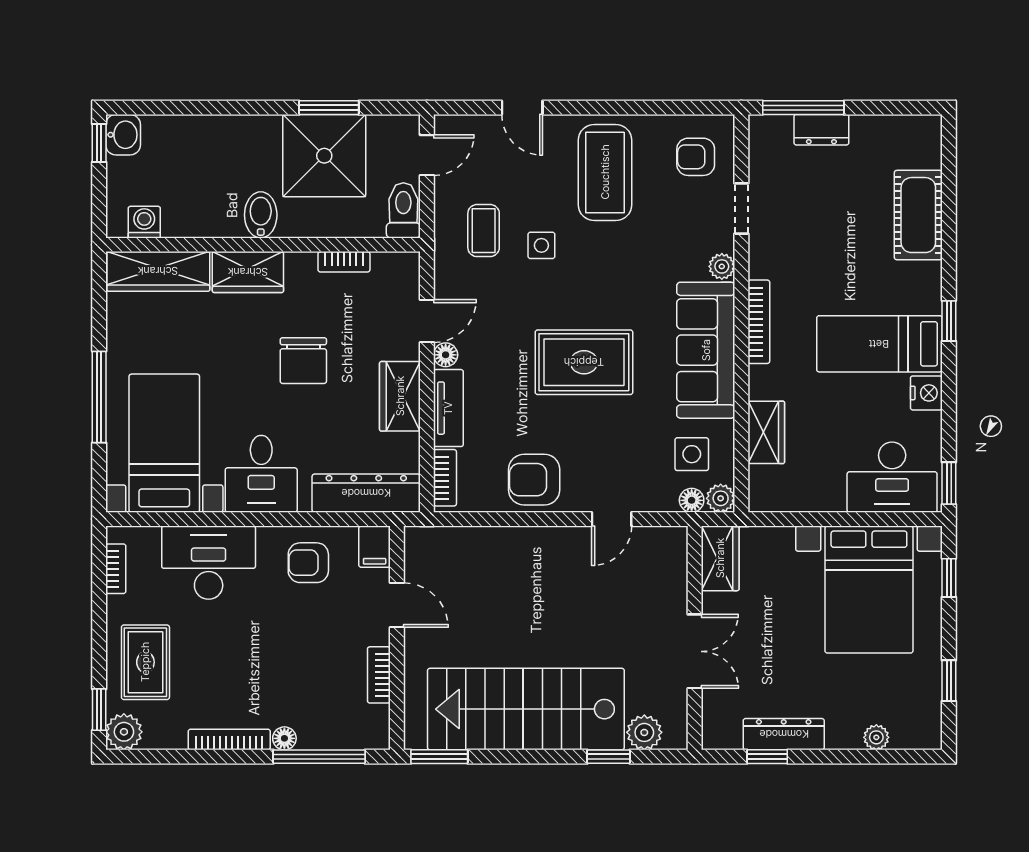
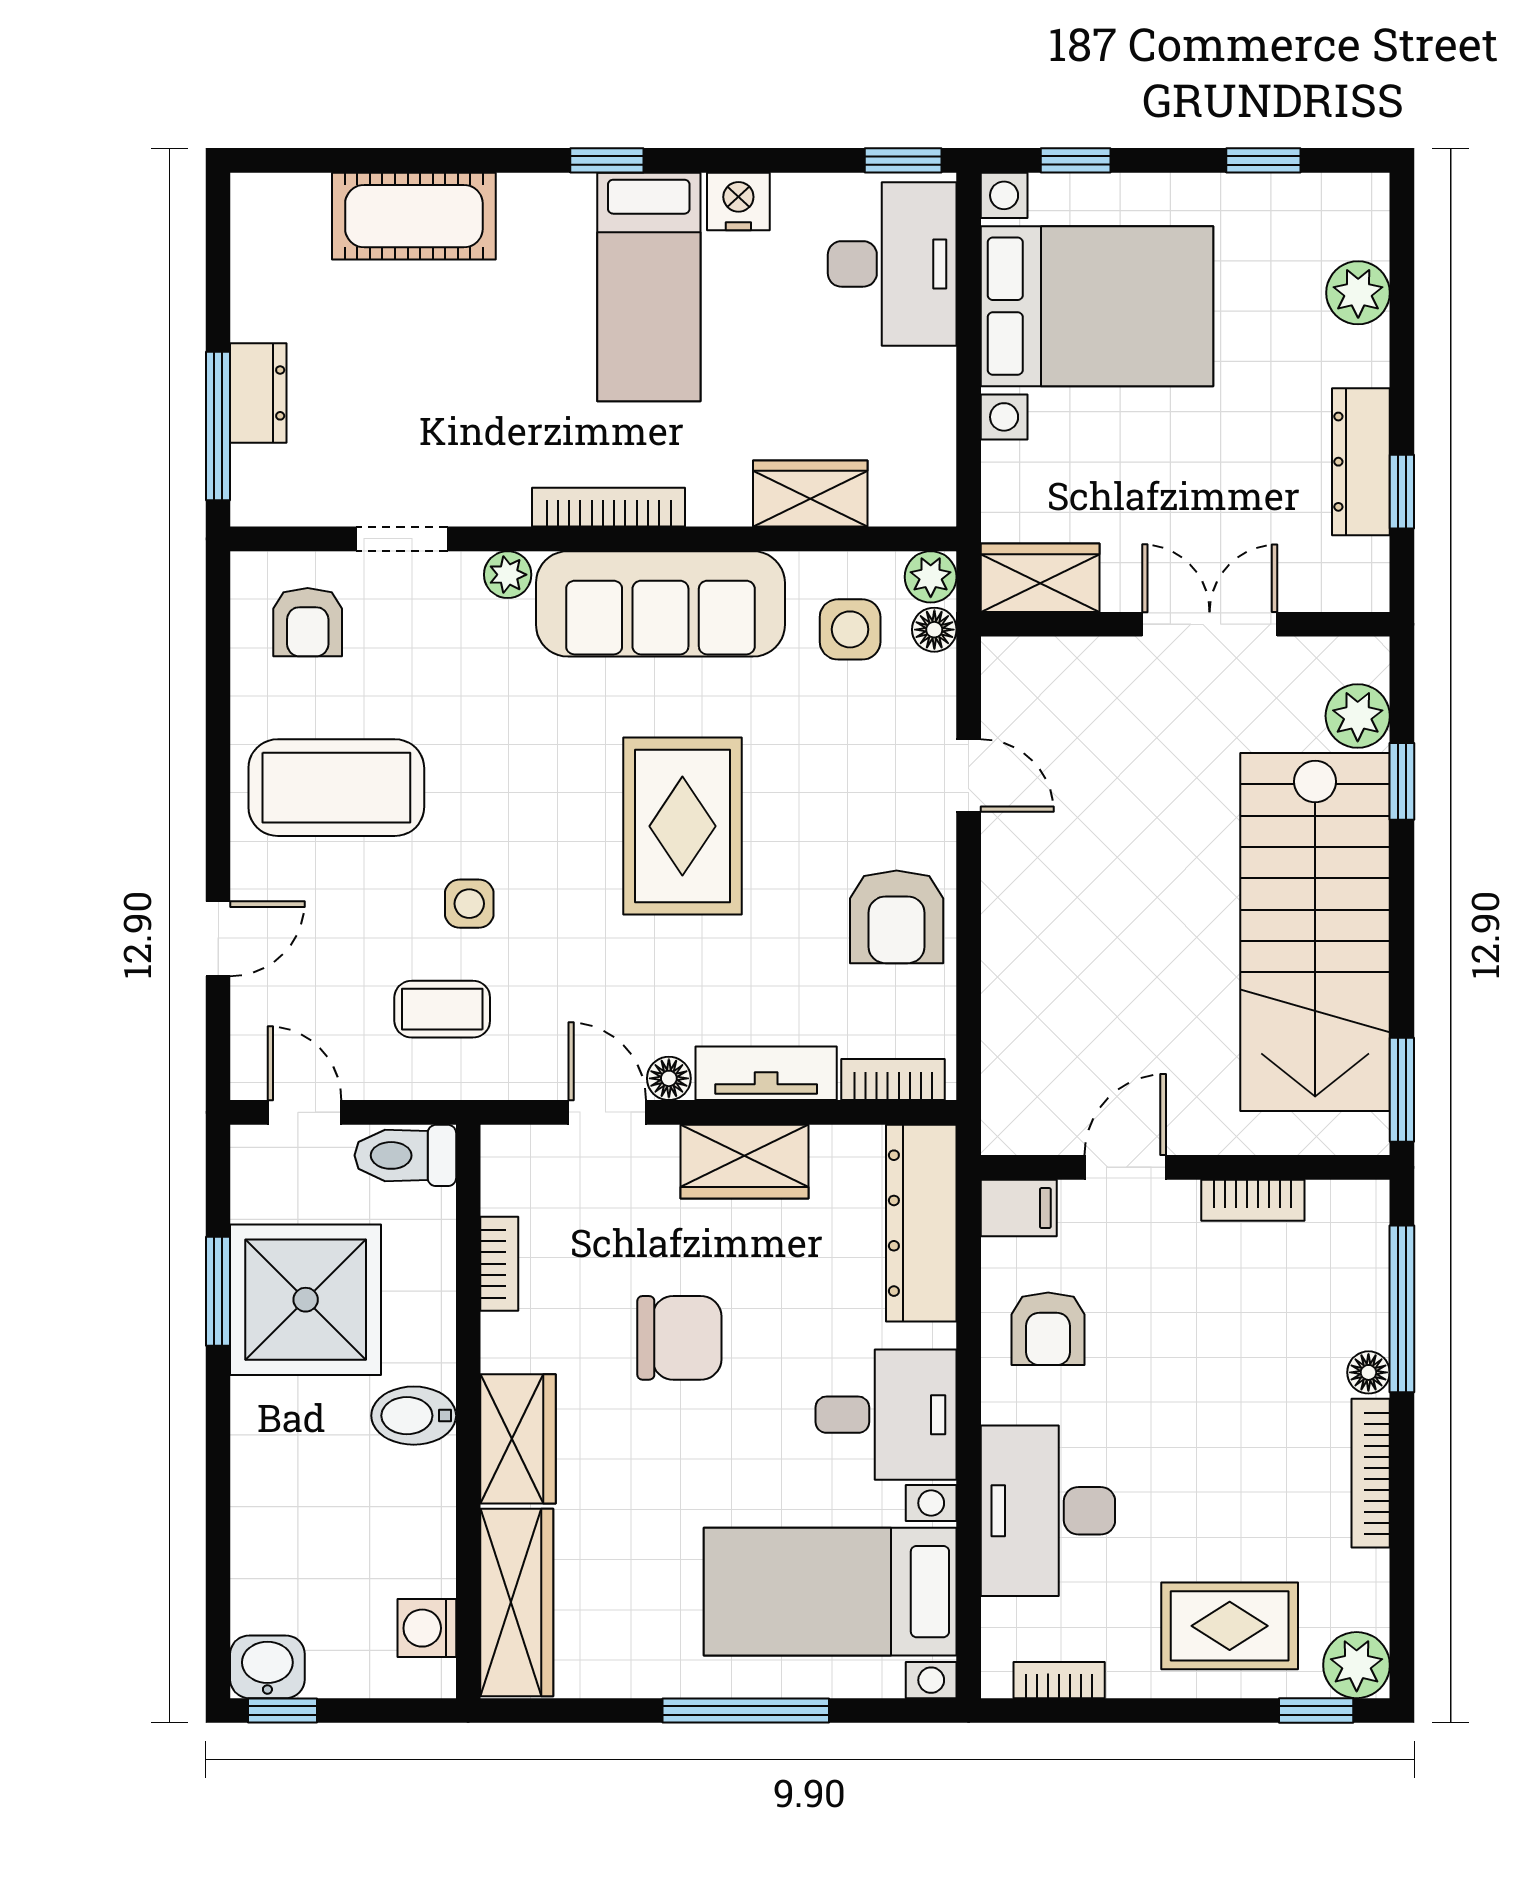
plant: (876, 737) -> (1358, 293), width x1.38, depth x1.38

